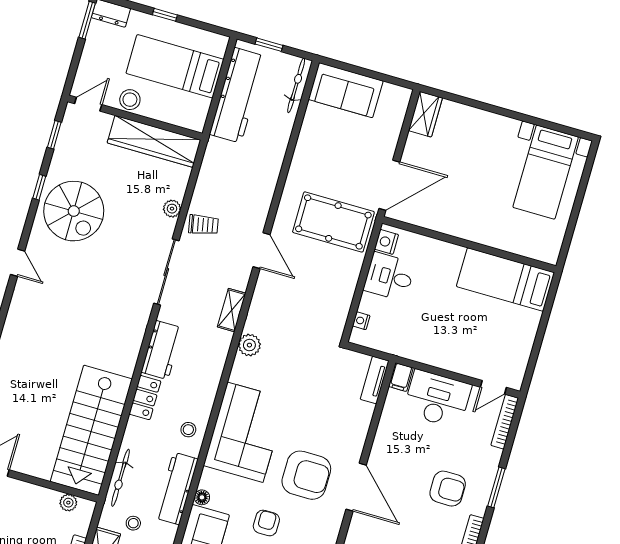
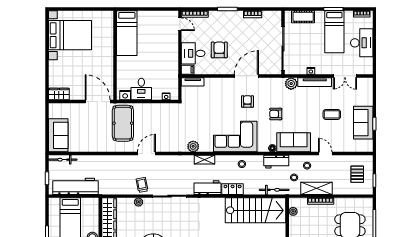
bed with nightstands: (546, 172) -> (70, 35), width x1.36
shelving: (232, 310) -> (205, 160), moved
desk: (437, 399) -> (193, 53), width x0.73
armchair: (306, 475) -> (247, 101), width x0.53, depth x0.53
workbench: (176, 488) -> (276, 162), width x0.73
armchair: (448, 489) -> (219, 50), moved

